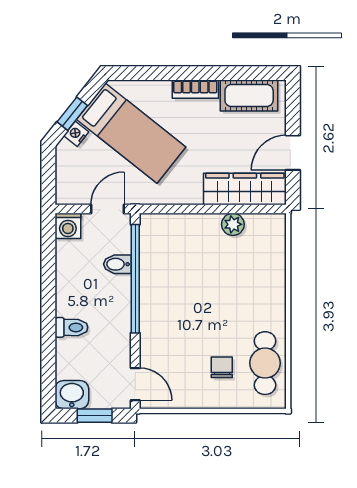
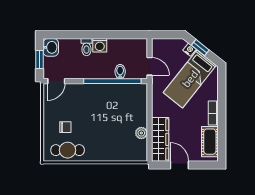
washing machine: (68, 226) -> (100, 45), moved, turned -90

